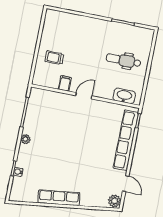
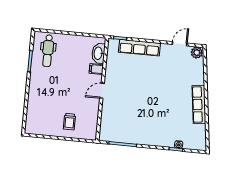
dental chair: (123, 60) -> (48, 51), moved
filing cabinet: (65, 83) -> (96, 69), moved
door: (84, 96) -> (102, 91), hinge flipped
plant: (25, 139) -> (148, 141), removed
row of seats: (126, 140) -> (139, 48), width x0.73

